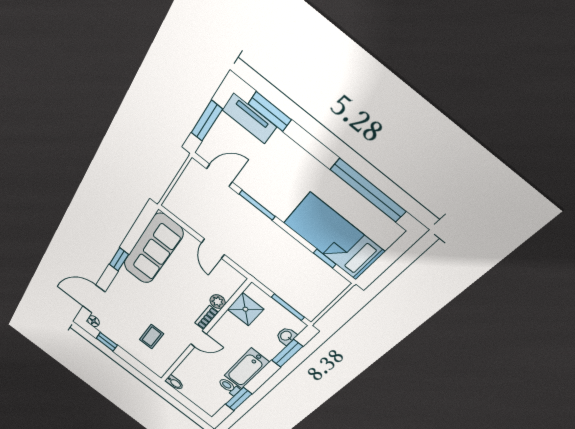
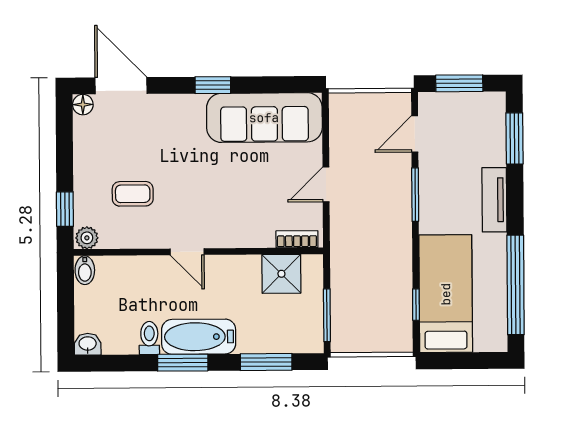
tv unit: (249, 118) -> (494, 200), moved
door: (219, 175) -> (415, 134), swing flipped
plant: (218, 302) -> (87, 238), moved
bookcase: (207, 318) -> (297, 239), moved
washbasin: (286, 336) -> (88, 344), moved
window: (107, 342) -> (65, 209), moved
window: (239, 399) -> (183, 363), moved

